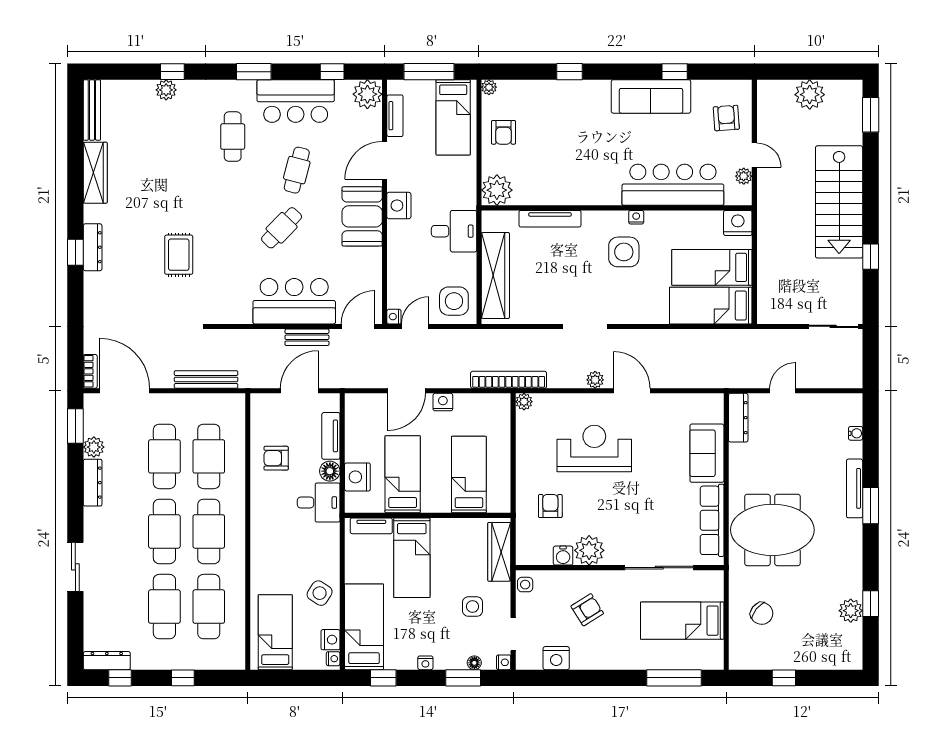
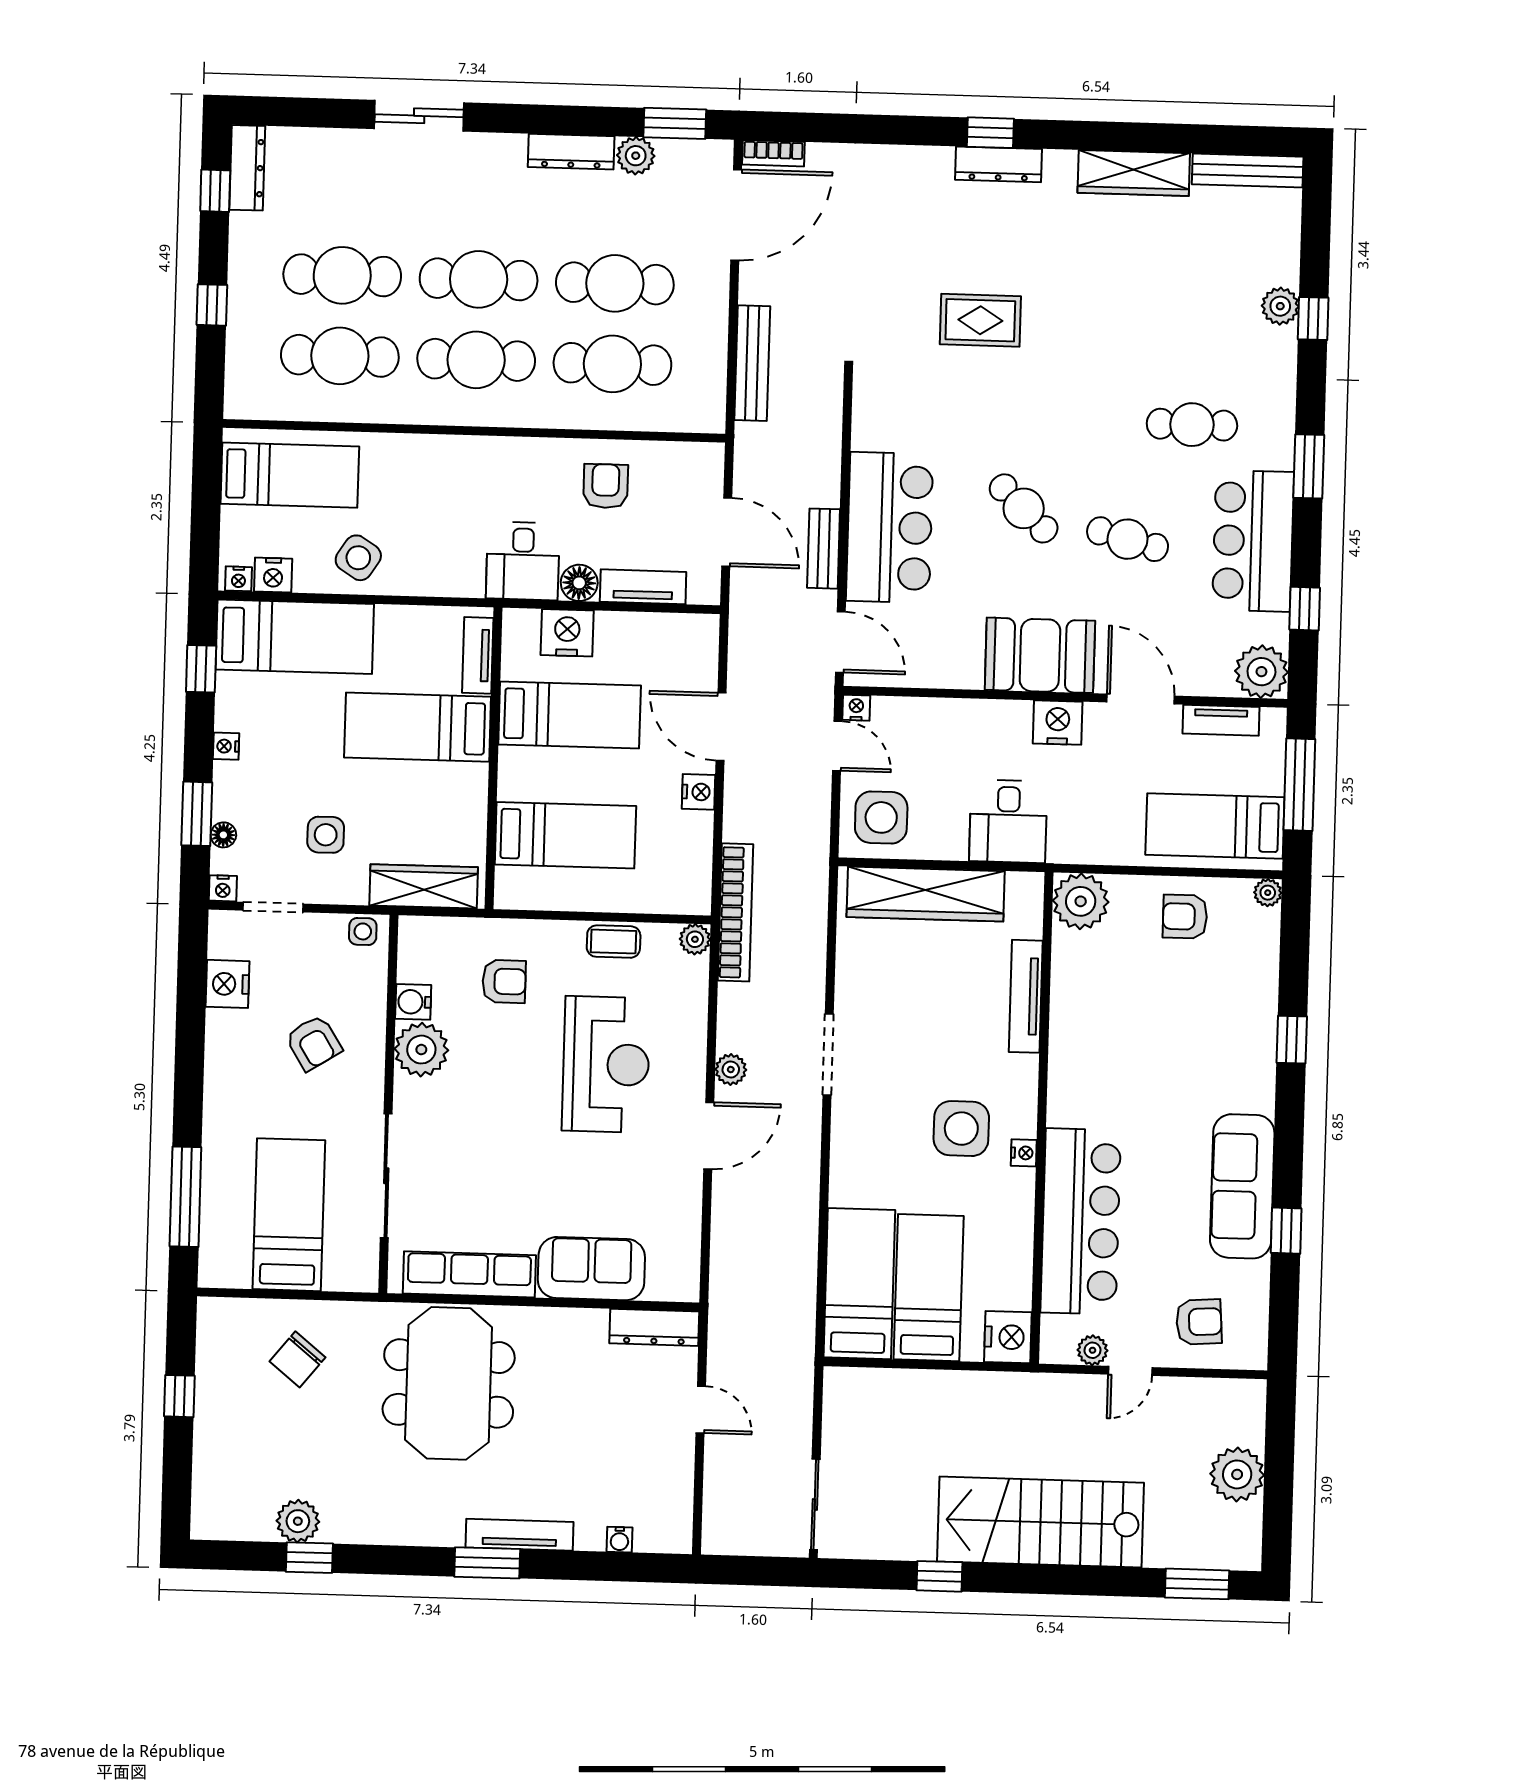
coffee table: (527, 446) -> (614, 942), added

